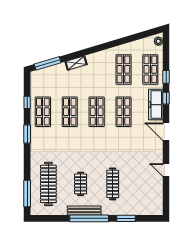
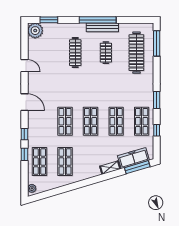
freezer: (156, 105) -> (133, 158), moved, turned -107
plant: (155, 207) -> (35, 31), added
window: (126, 218) -> (49, 20), moved

